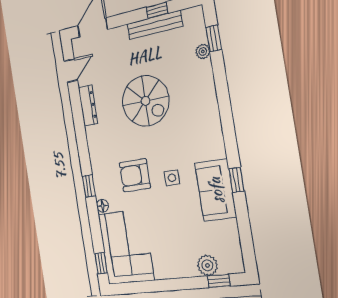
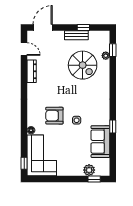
bench: (155, 25) -> (76, 35), width x0.73
door: (71, 71) -> (24, 49), hinge flipped
spiral stairs: (145, 101) -> (83, 65), moved
window: (89, 186) -> (24, 118), removed
sofa: (216, 190) -> (100, 142), moved

